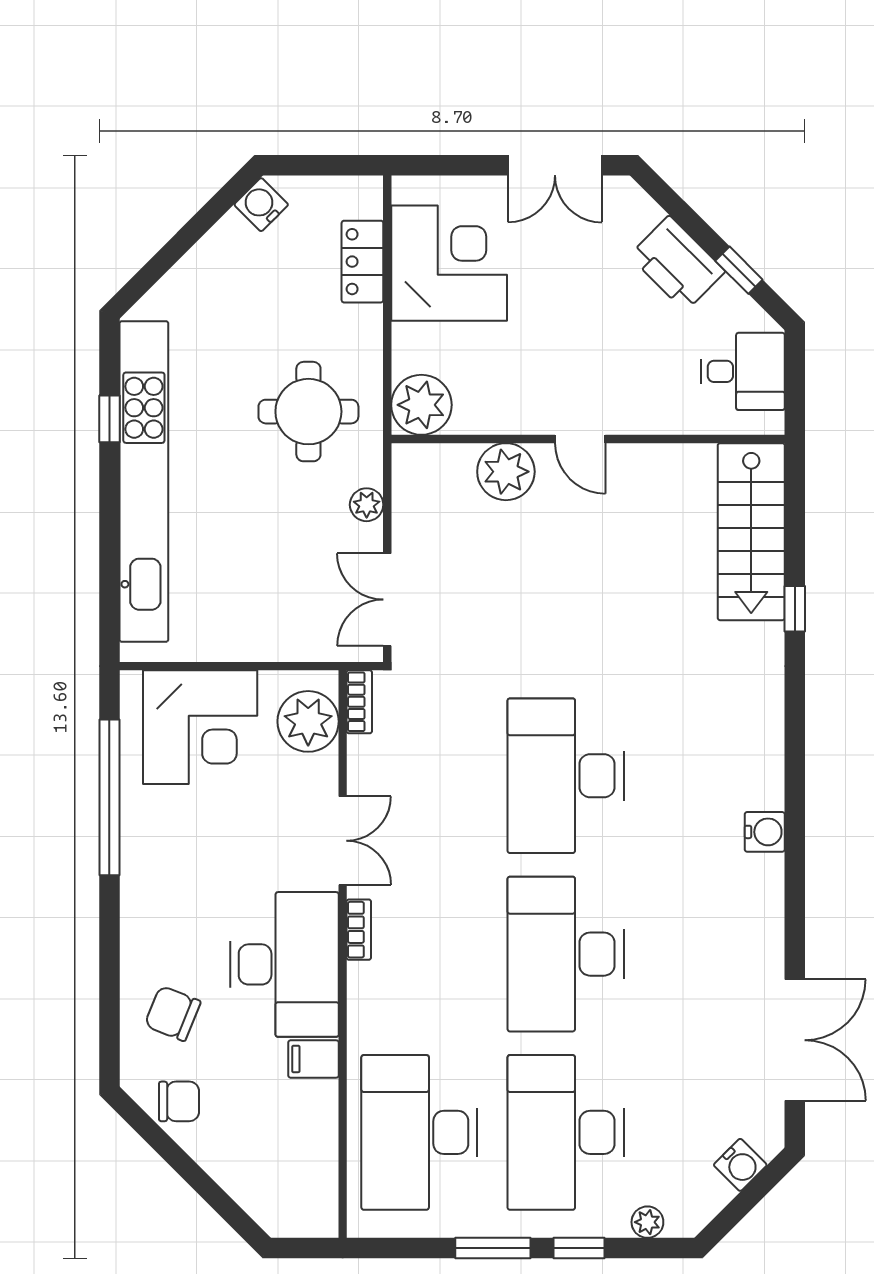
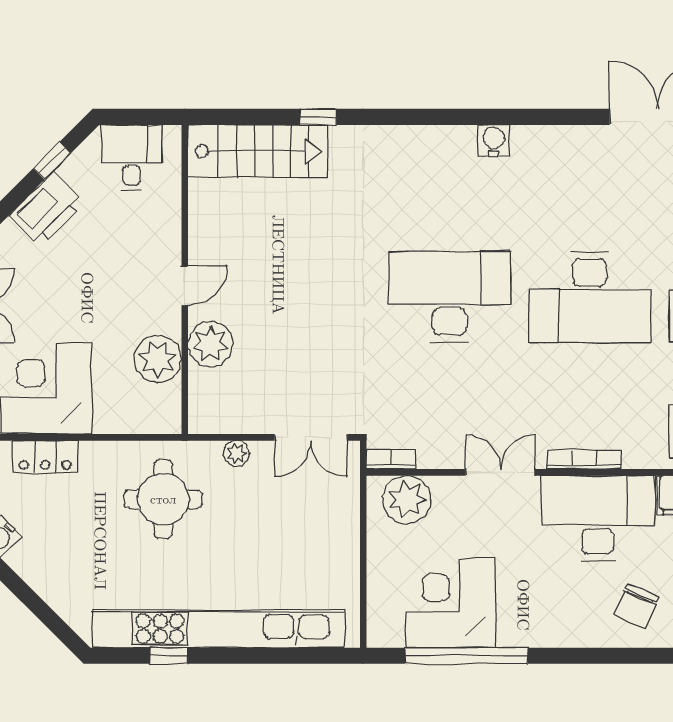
plant: (421, 405) -> (158, 359), moved
corner desk: (200, 727) -> (451, 603), moved, turned -90
desk: (566, 776) -> (449, 297), turned 180
bookcase: (359, 930) -> (584, 460), width x1.56

